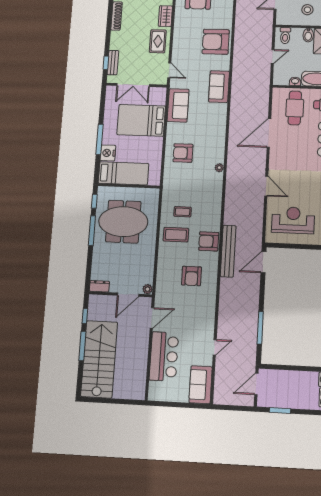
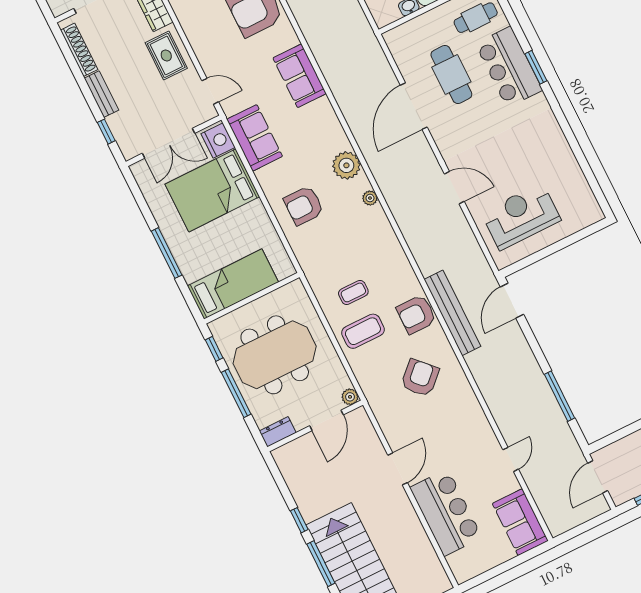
bench: (113, 63) -> (101, 94), moved
cafe table: (295, 108) -> (451, 74), moved
plant: (217, 144) -> (346, 165), added
nightstand: (108, 153) -> (218, 140), moved, turned 180
armchair: (192, 276) -> (420, 378), turned -134
dresser: (99, 286) -> (278, 432), moved
plant: (148, 289) -> (350, 397), moved
wall: (121, 294) -> (315, 426), moved
door: (128, 295) -> (327, 420), moved

